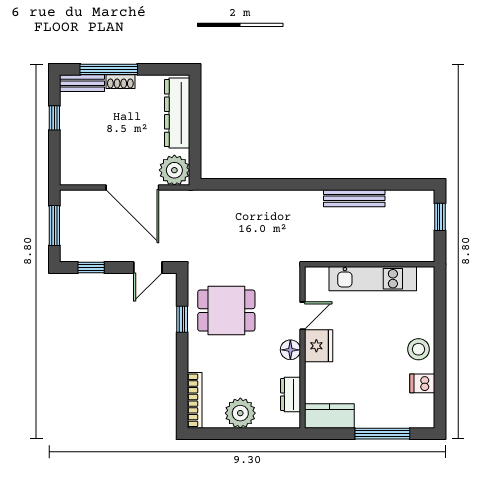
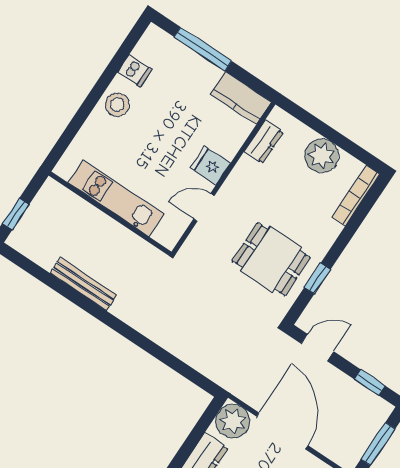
fridge: (319, 346) -> (210, 165), width x0.72
floor lamp: (290, 350) -> (236, 183), removed

